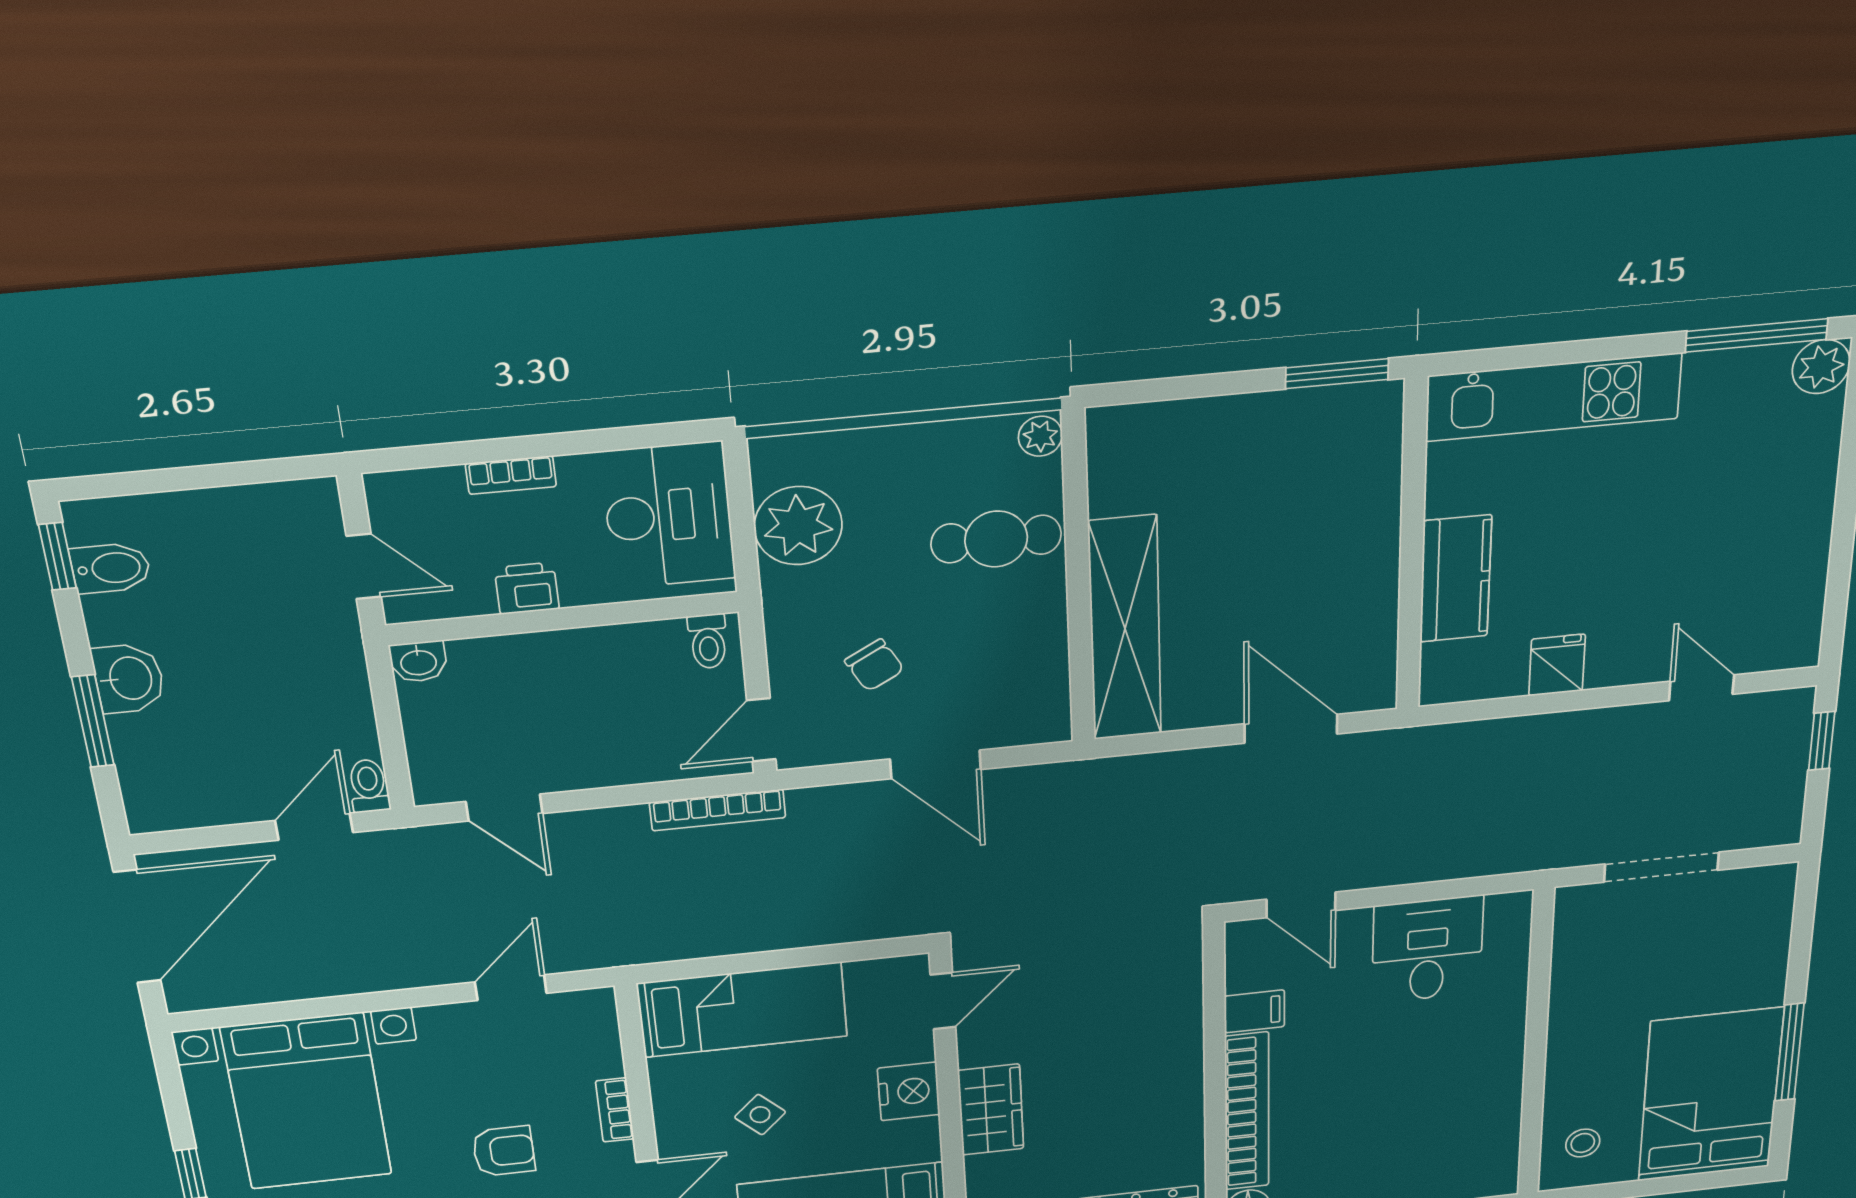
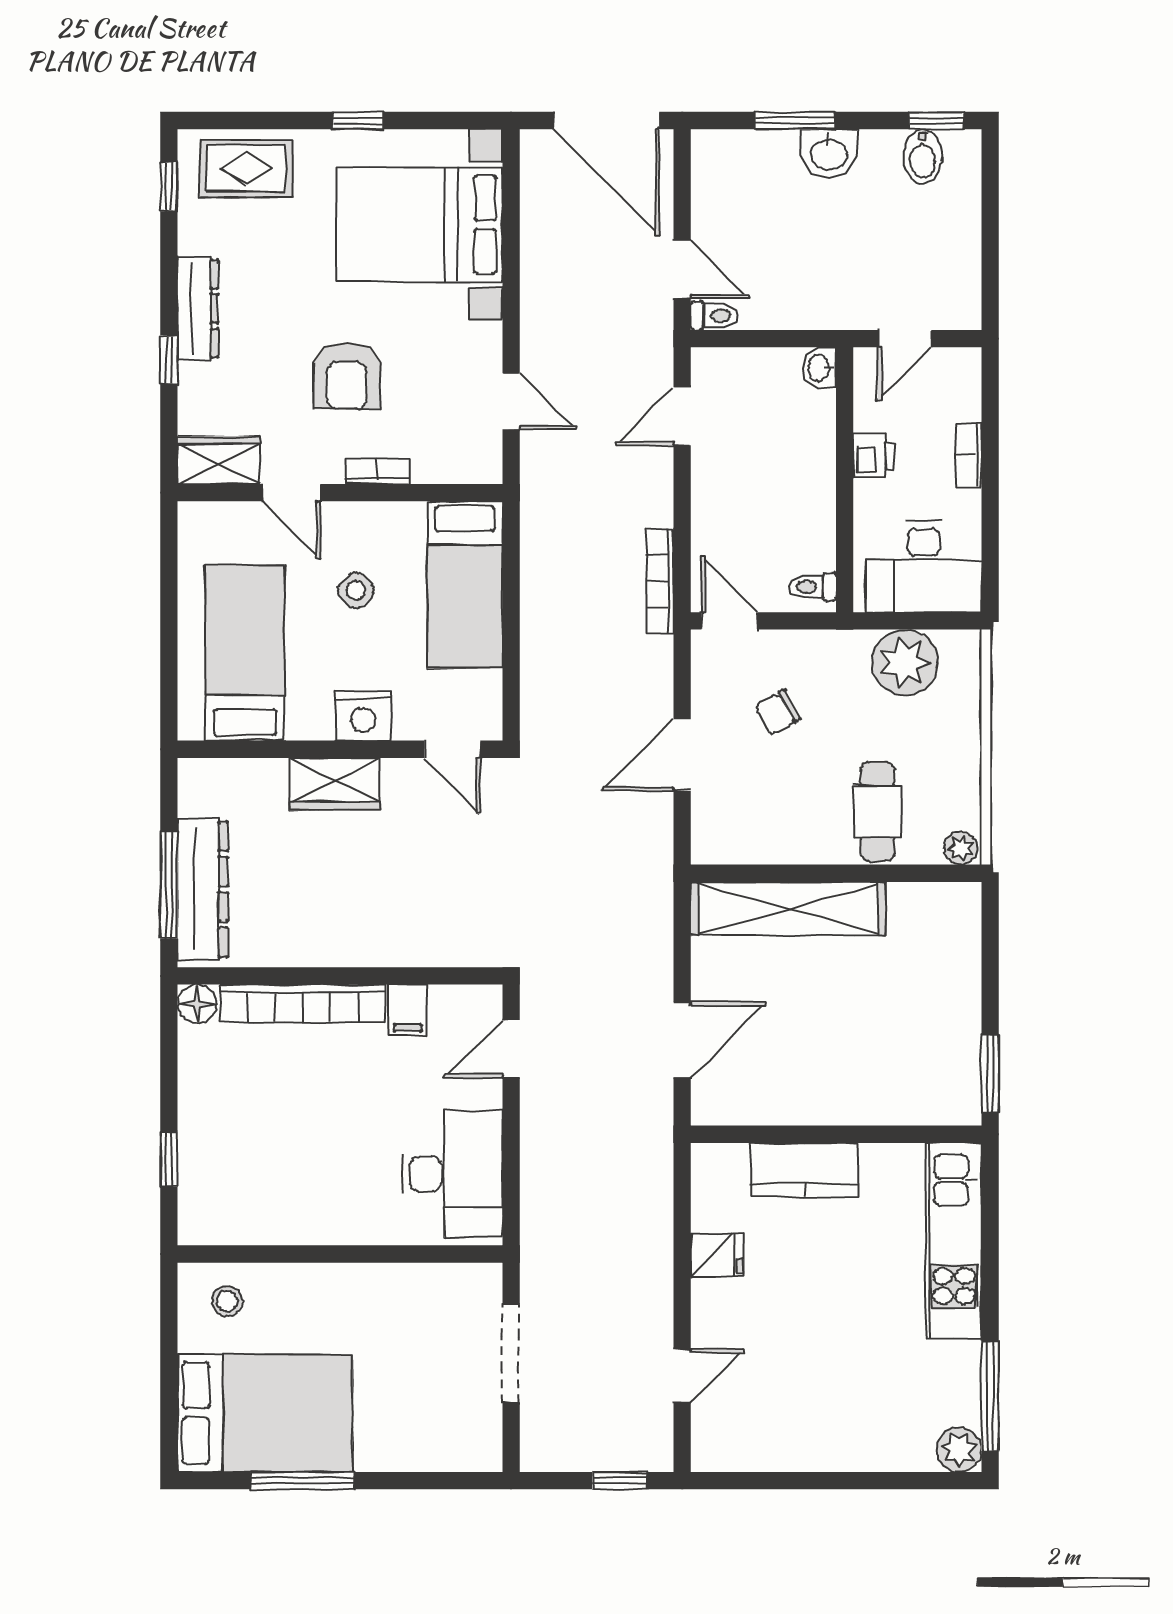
desk: (1427, 949) -> (452, 1174), width x1.37
armchair: (504, 1151) -> (347, 376), width x1.38, depth x1.38

